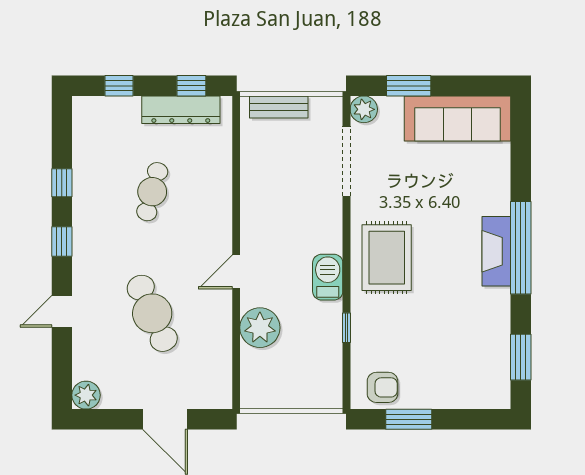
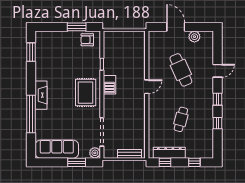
window: (521, 248) -> (31, 114), moved
plant: (260, 328) -> (137, 64), removed
plant: (86, 395) -> (194, 37), moved

